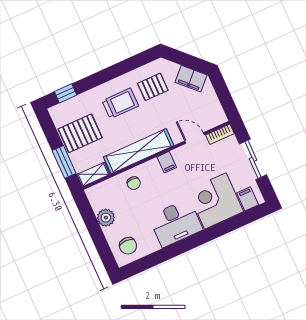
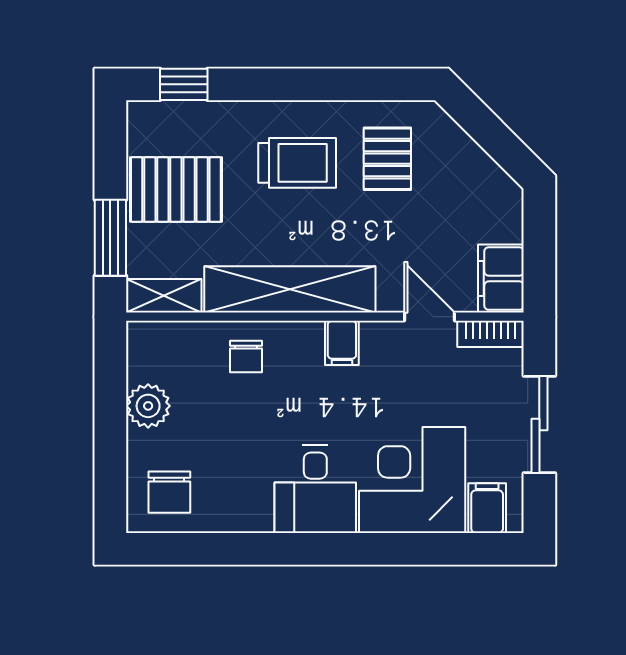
filing cabinet: (191, 79) -> (501, 279), moved, turned 45
pallet: (153, 87) -> (387, 159), turned 90
desk: (176, 223) -> (315, 489), width x0.73

